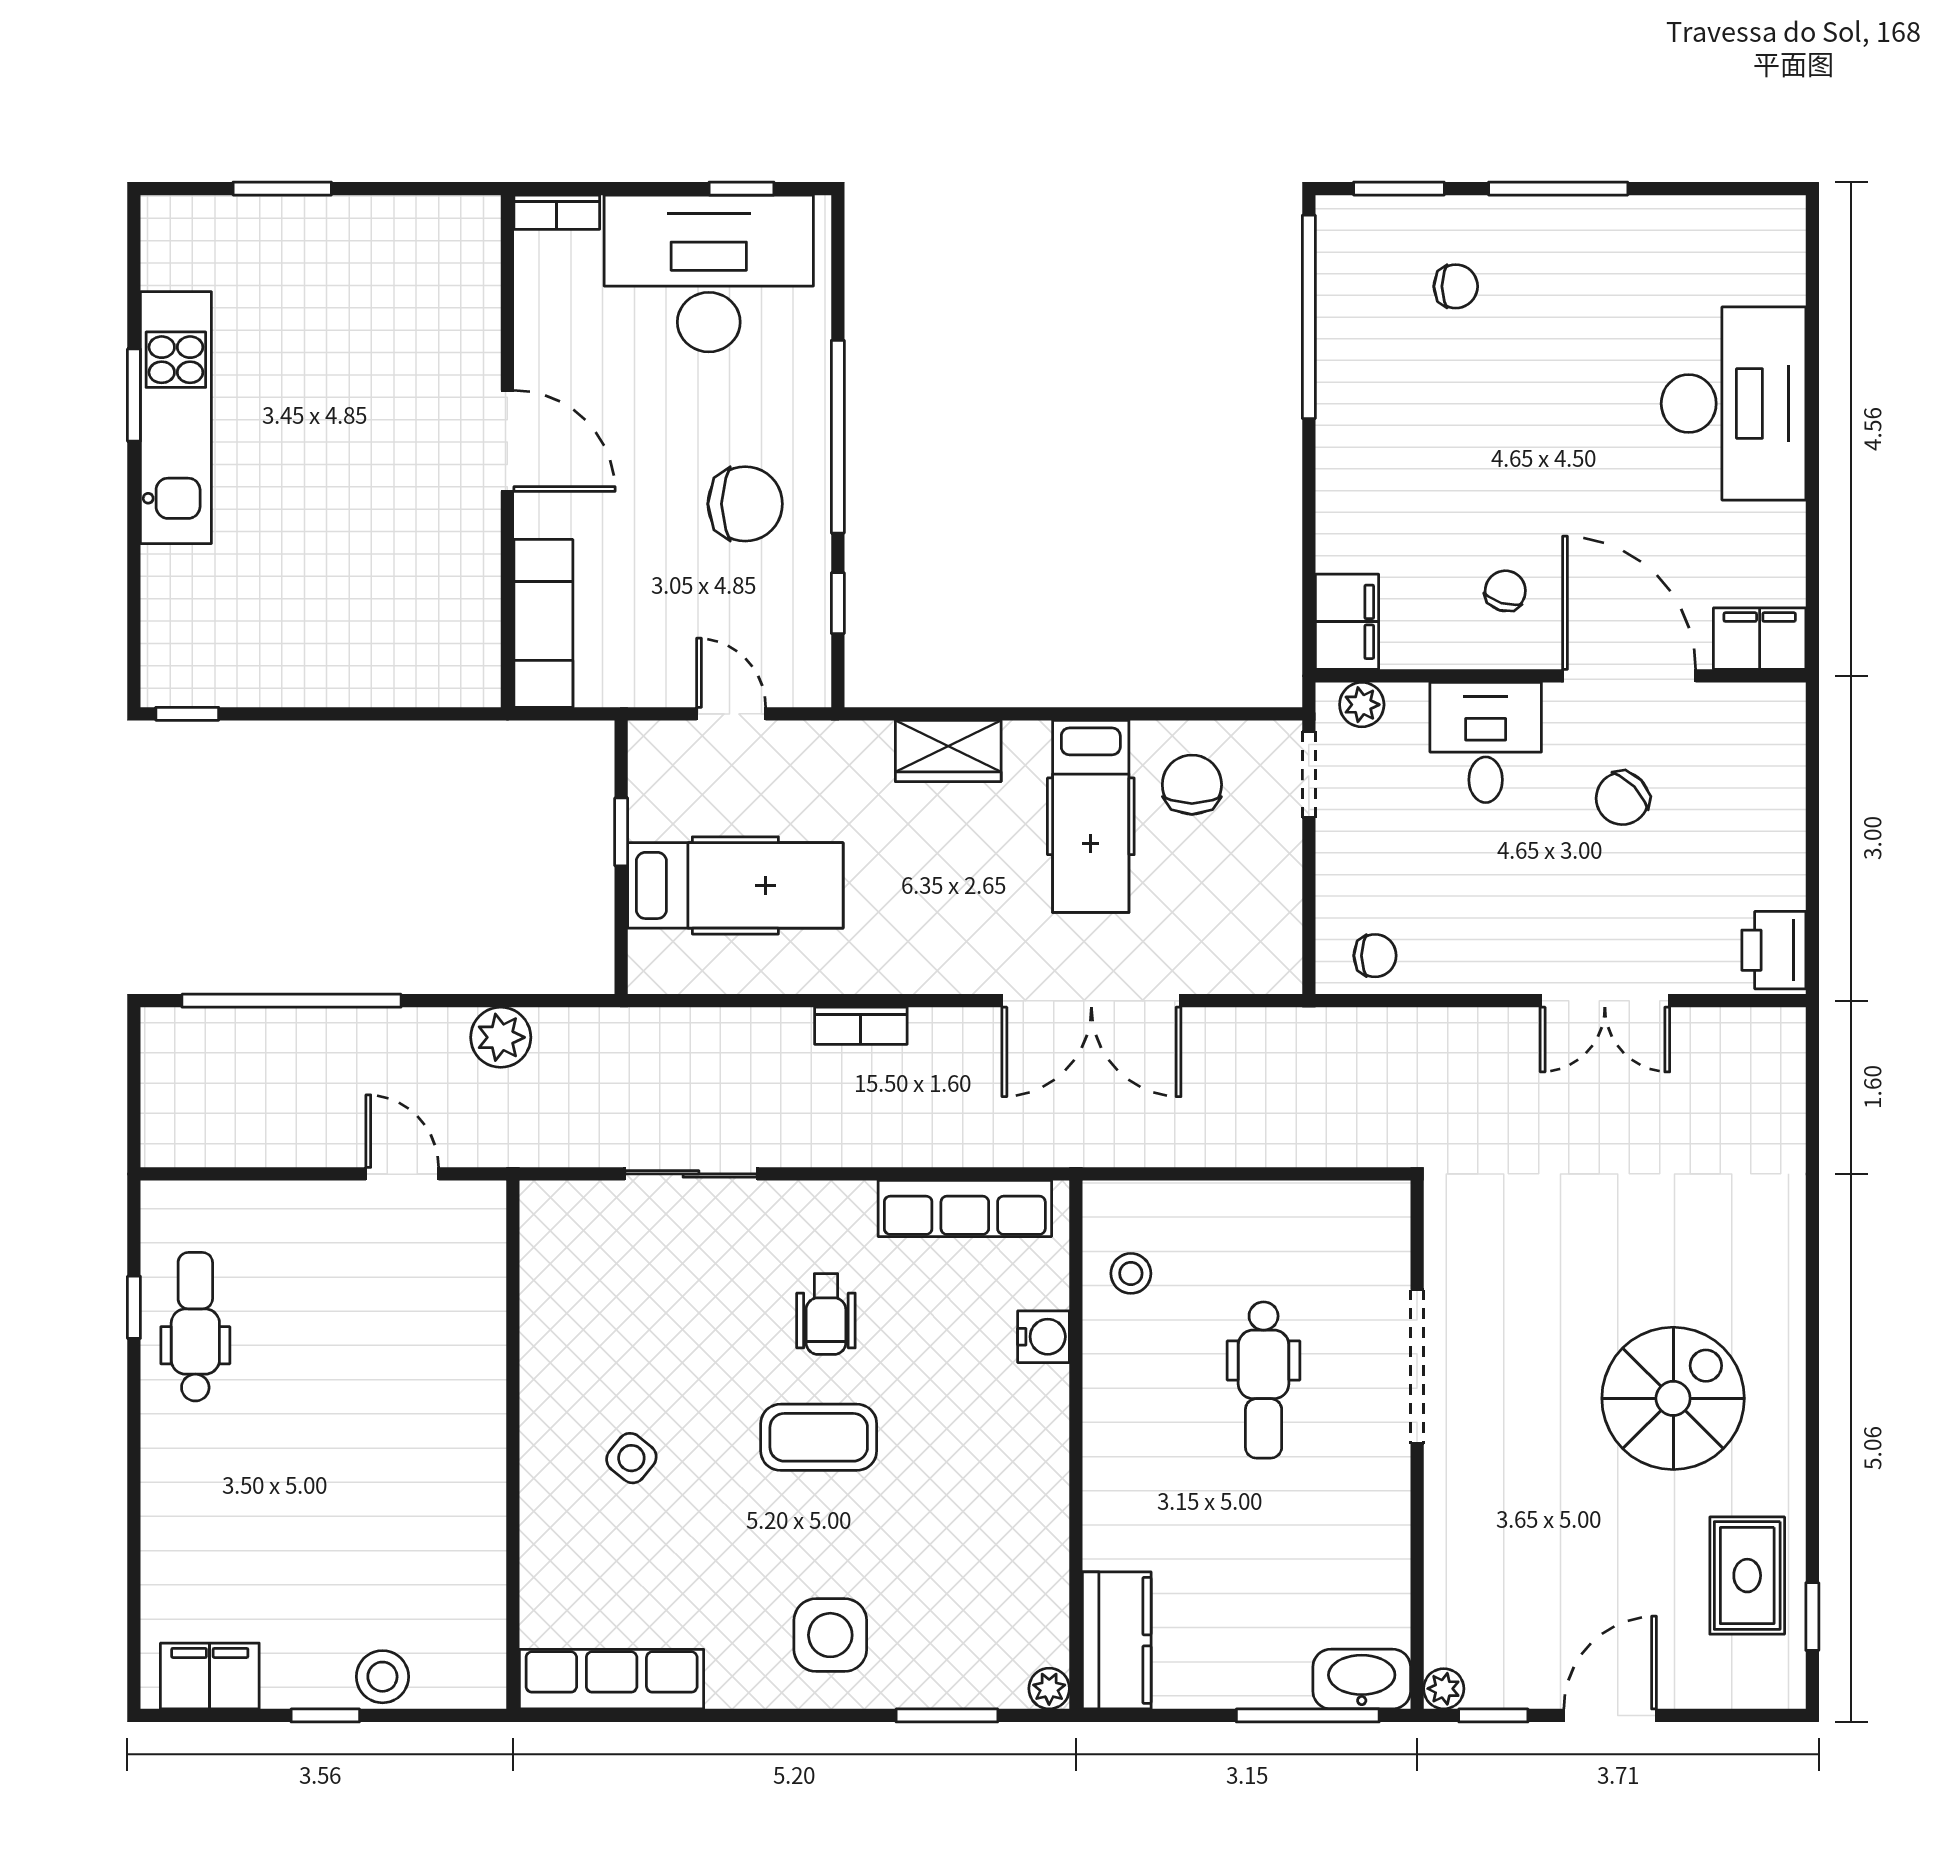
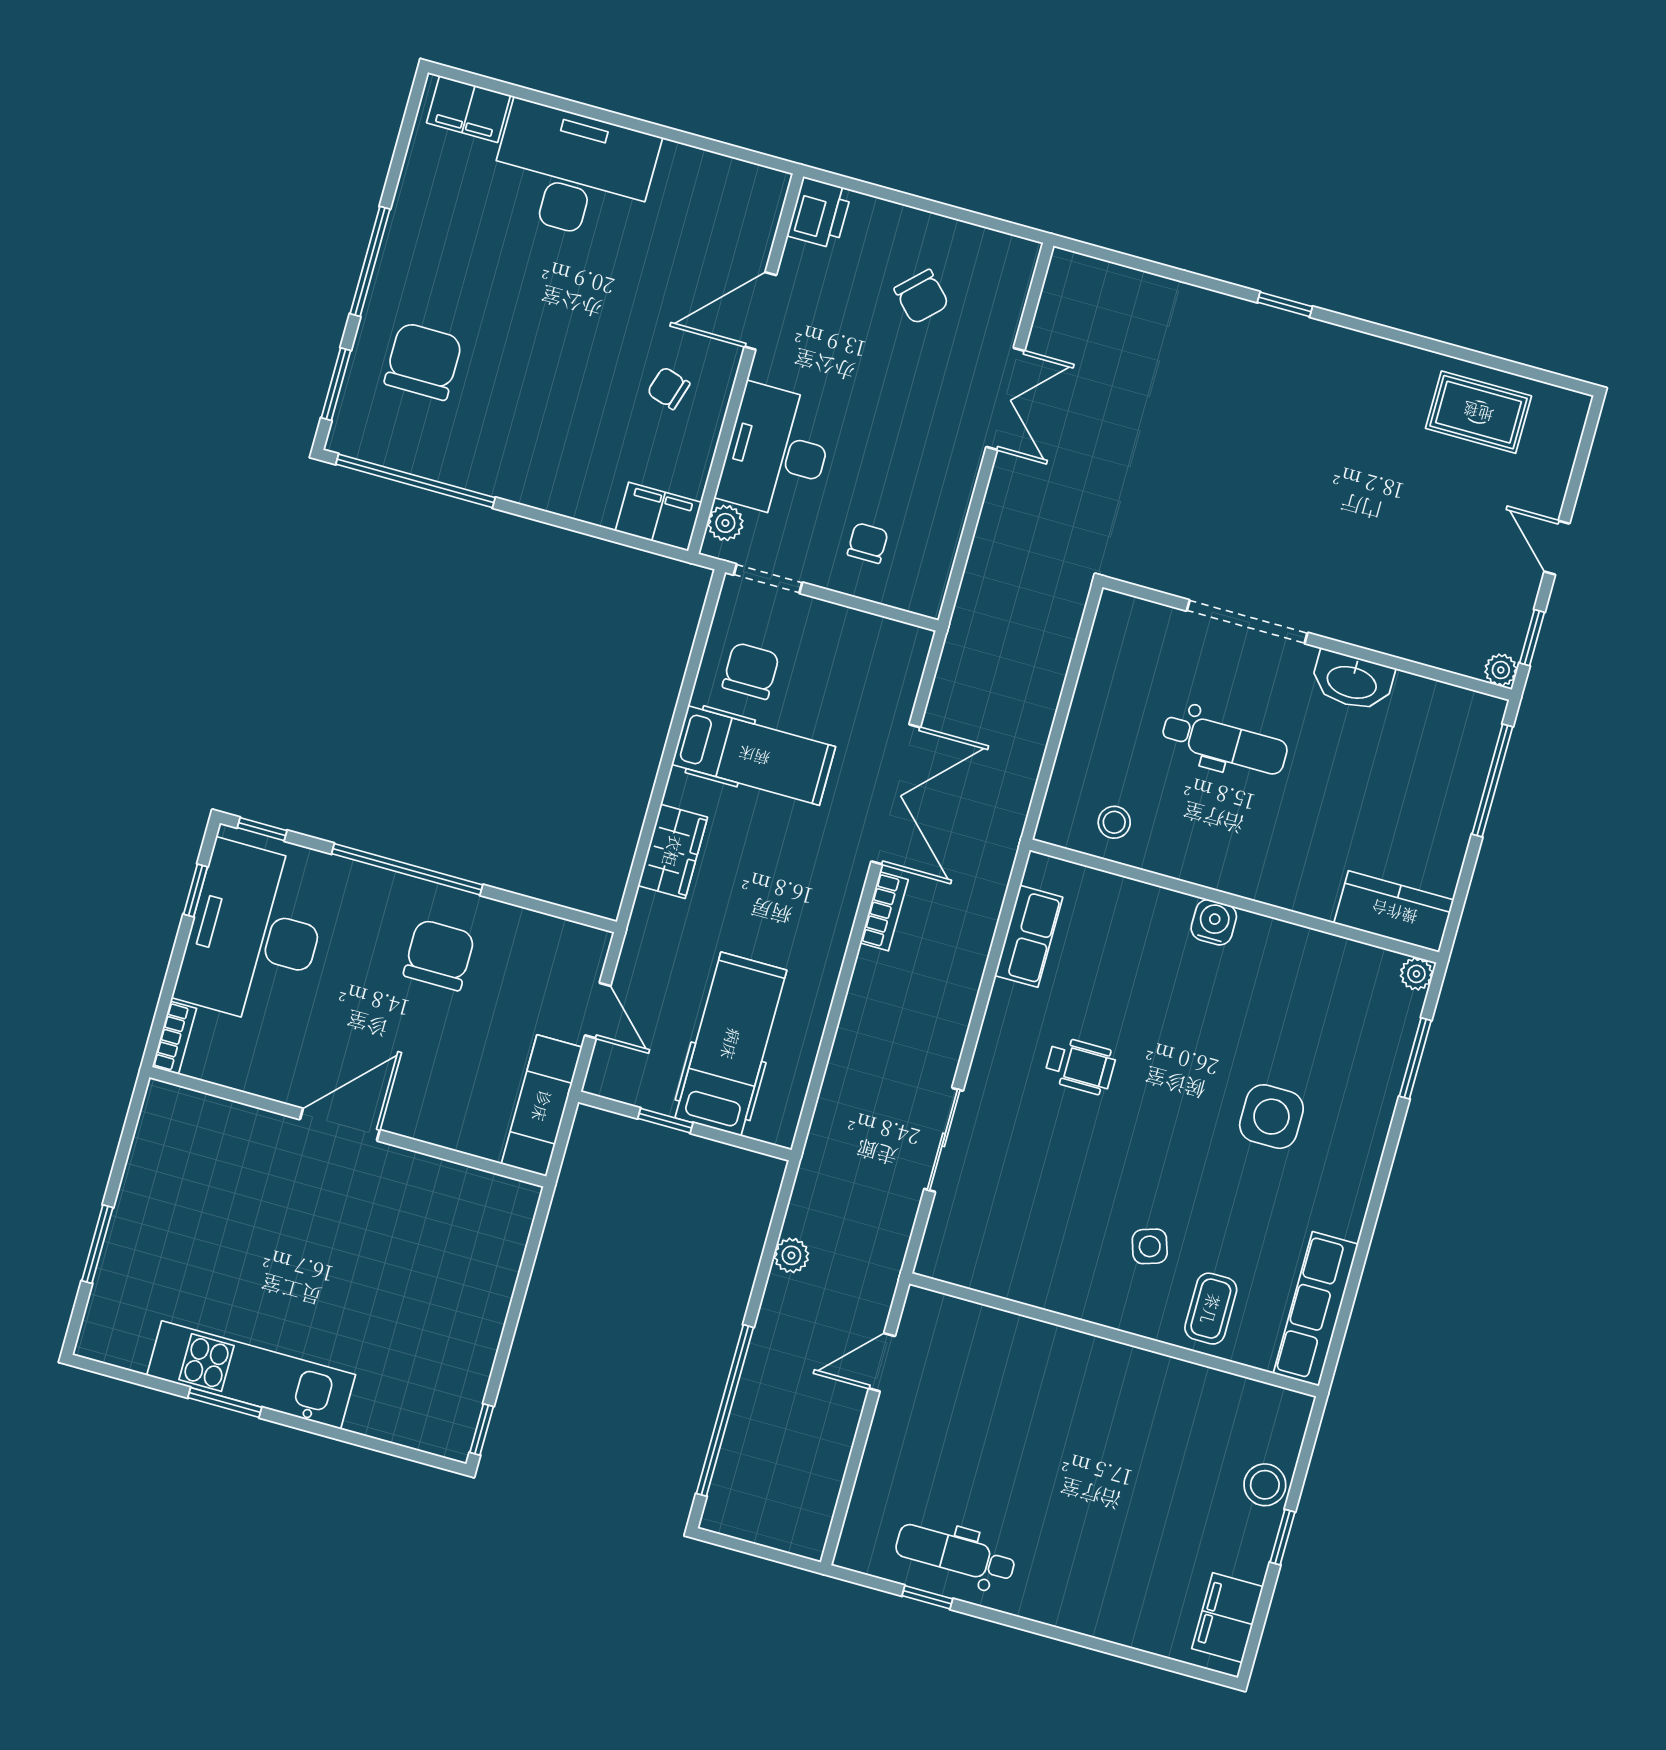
chair: (1456, 286) -> (423, 361), width x1.87, depth x1.87
window: (838, 603) -> (262, 829), moved
exam couch: (543, 623) -> (542, 1106), moved, turned -90
filing cabinet: (1760, 639) -> (469, 109), moved, turned -90
door: (1629, 676) -> (760, 311), width x0.73
door: (731, 714) -> (598, 1011), swing flipped
desk: (1486, 742) -> (777, 452), width x1.37
chair: (1192, 785) -> (751, 671), turned 90
chair: (1622, 798) -> (922, 297), moved
printer: (1774, 950) -> (819, 213), moved, turned -90
chair: (1375, 956) -> (868, 543), moved
bookcase: (861, 1026) -> (884, 911), moved
plant: (501, 1037) -> (791, 1255), width x0.73, depth x0.73
row of seats: (965, 1209) -> (1029, 936), width x0.68
water cooler: (1044, 1337) -> (1214, 922), moved
spiral stairs: (1673, 1398) -> (1326, 431), removed
coffee table: (819, 1437) -> (1211, 1309), moved, width x0.73, depth x0.77
side table: (631, 1458) -> (1150, 1246), turned 33
window: (1812, 1617) -> (1285, 304), moved
side table: (830, 1635) -> (1271, 1117), moved
washbasin: (1362, 1679) -> (1352, 681), moved, turned -90
door: (1610, 1715) -> (1557, 548), width x0.73

